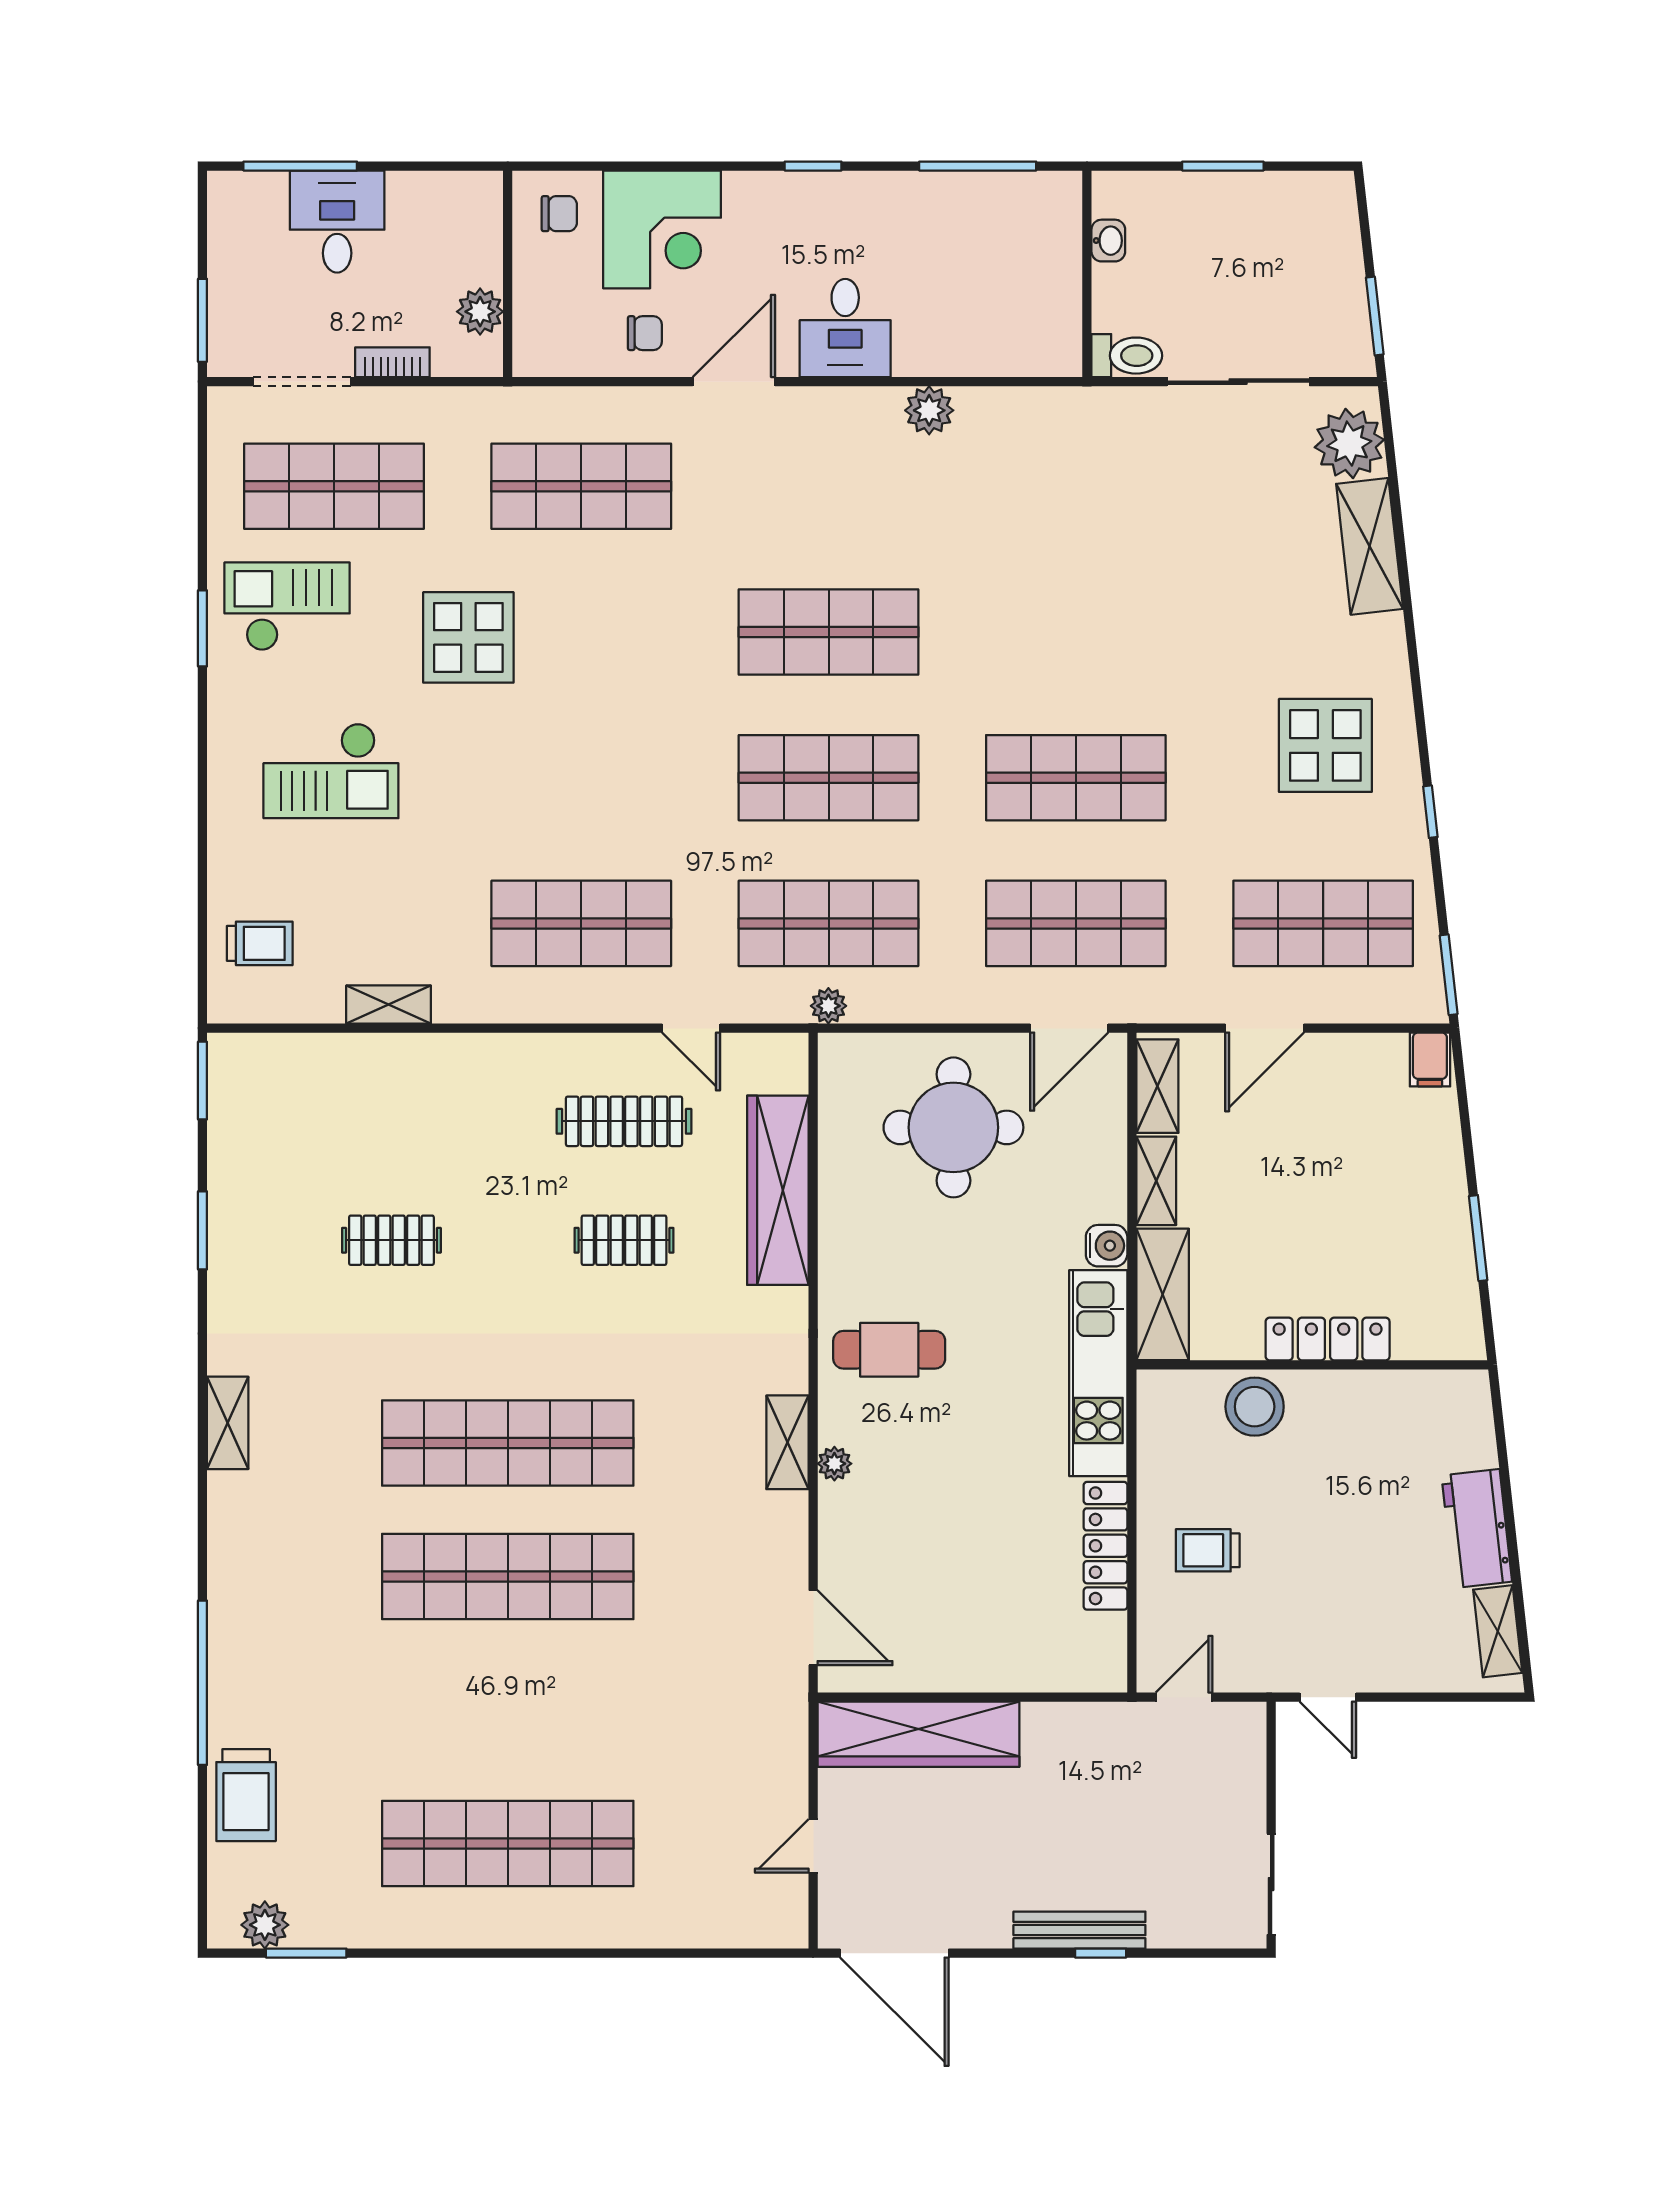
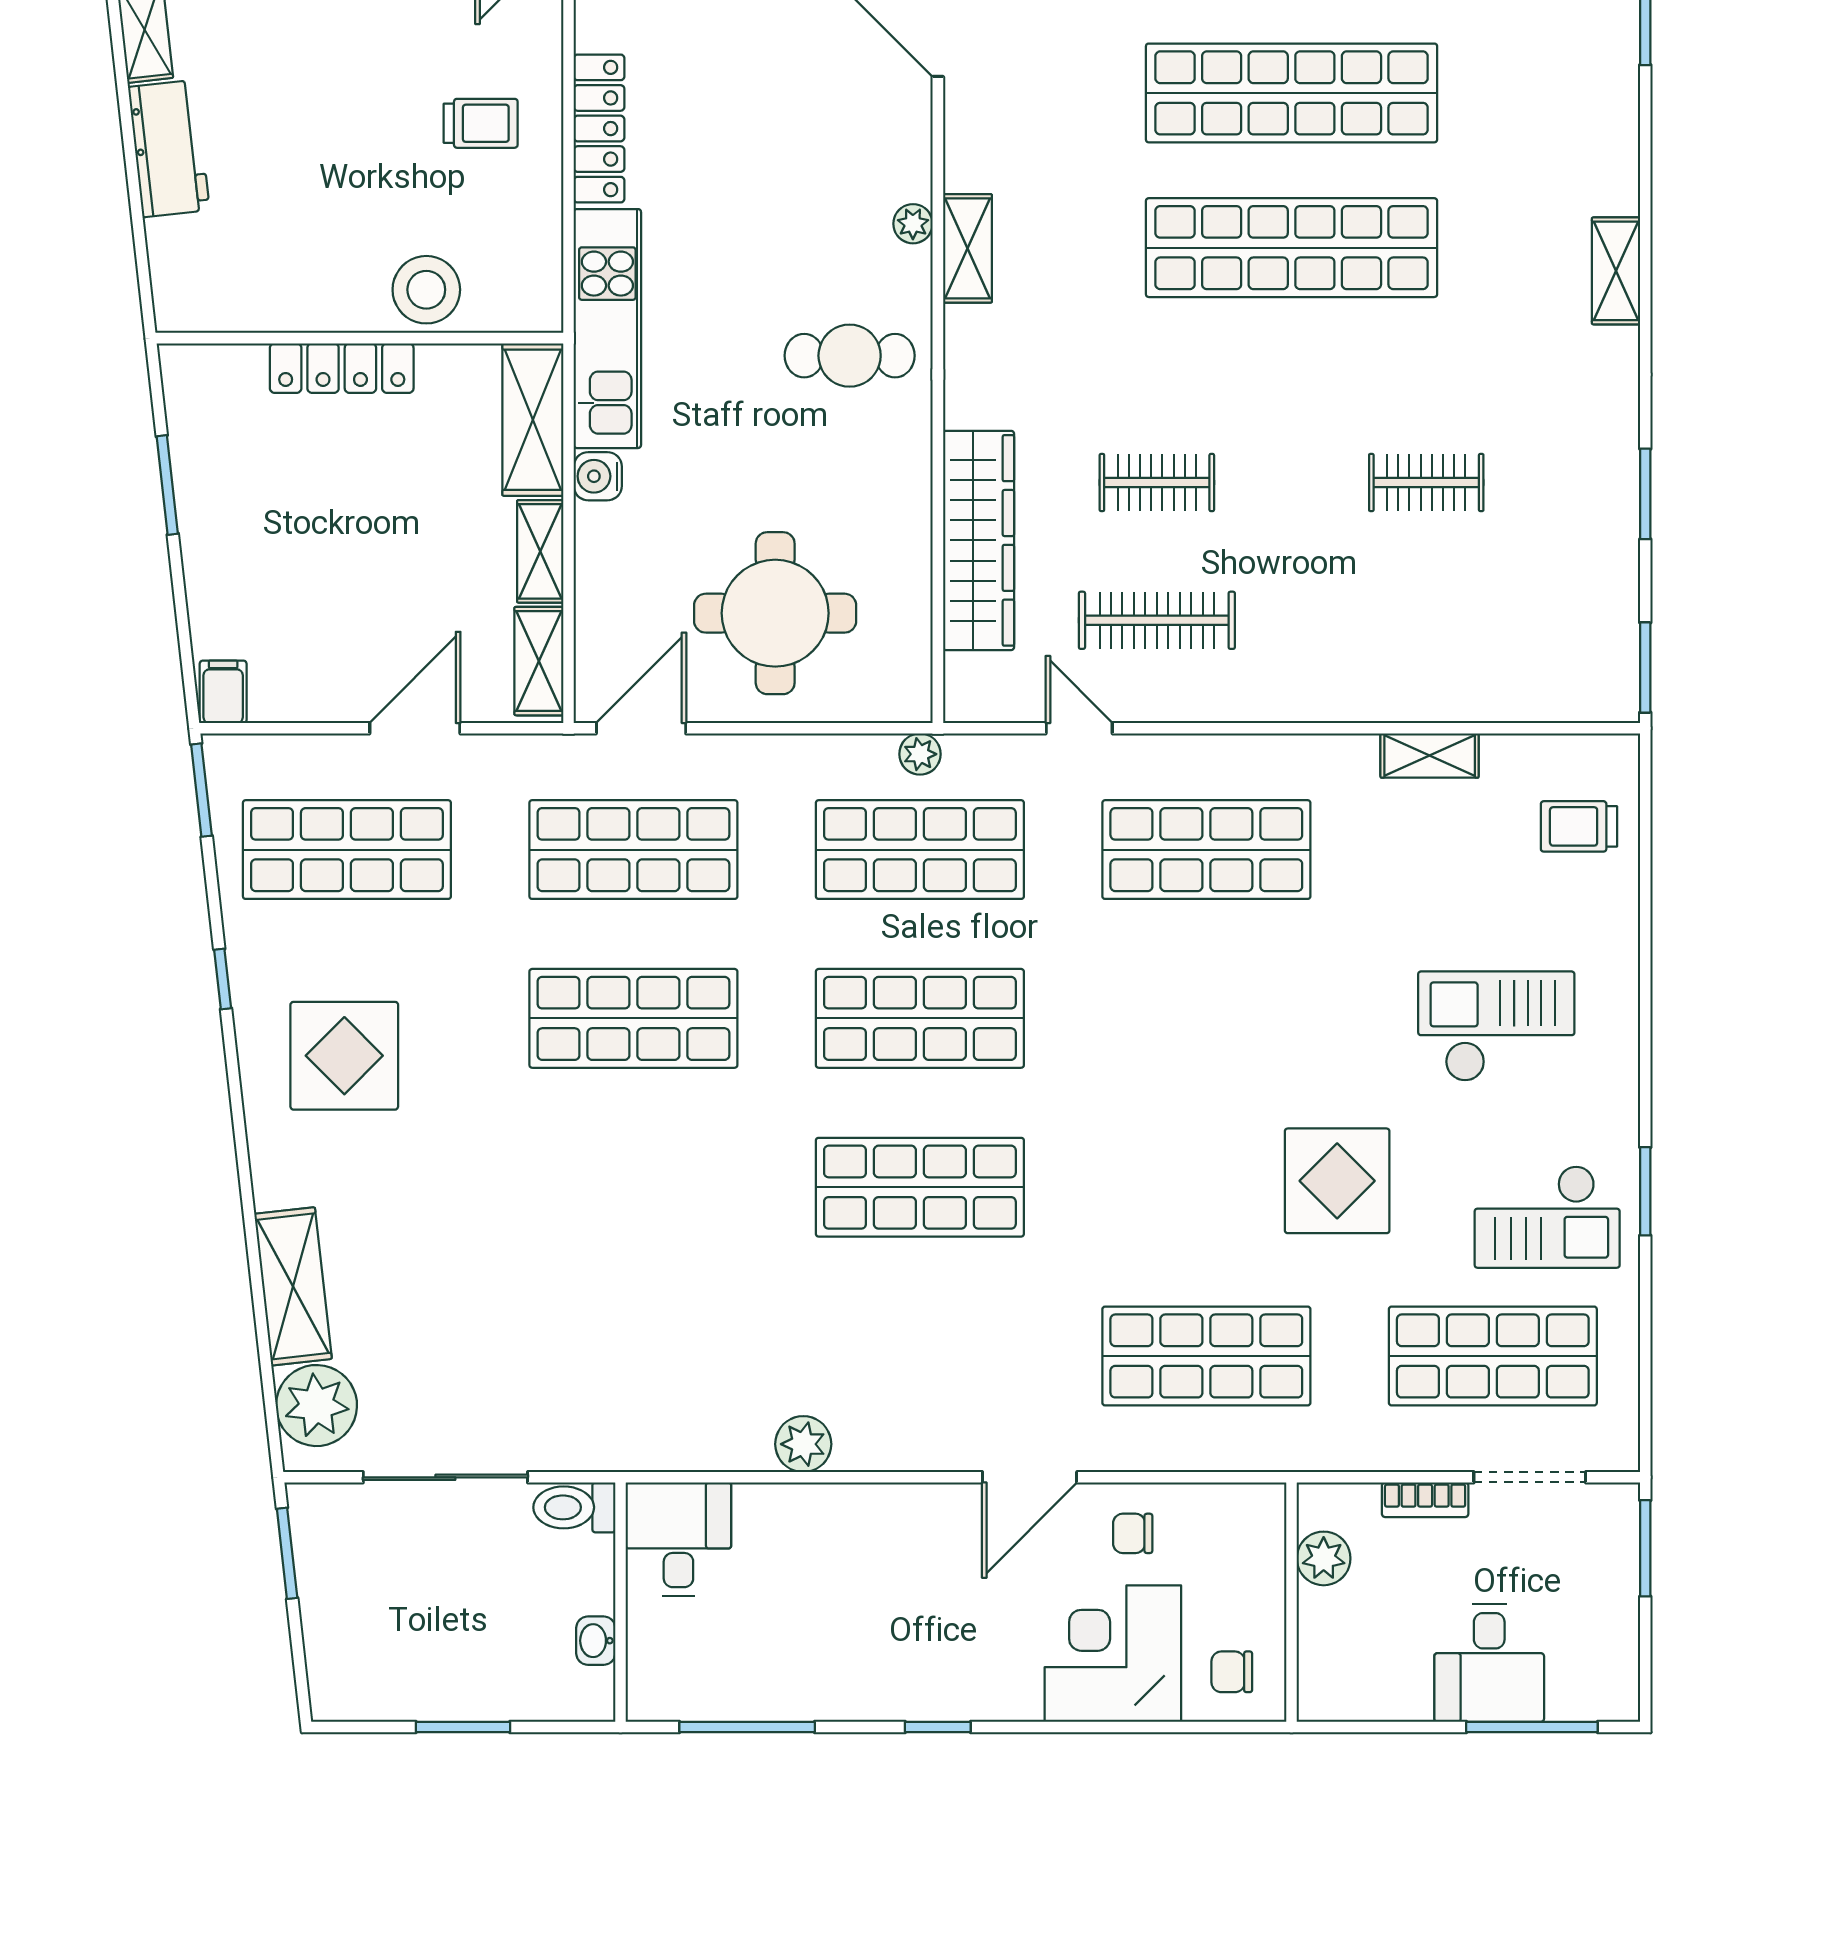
desk: (845, 328) -> (678, 1539), moved

